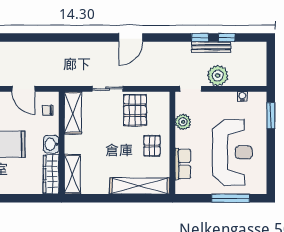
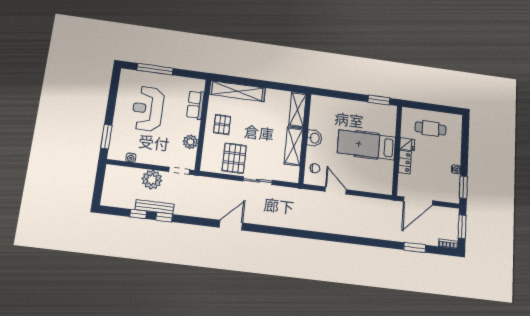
shelving: (73, 113) -> (294, 146), moved
reception desk: (232, 152) -> (148, 109), width x0.74, depth x0.77
wardrobe: (51, 174) -> (317, 112), removed

